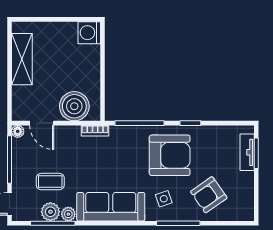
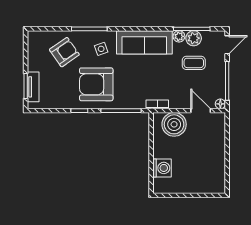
washing machine: (89, 33) -> (162, 168), moved
shelving: (22, 59) -> (217, 163), removed

